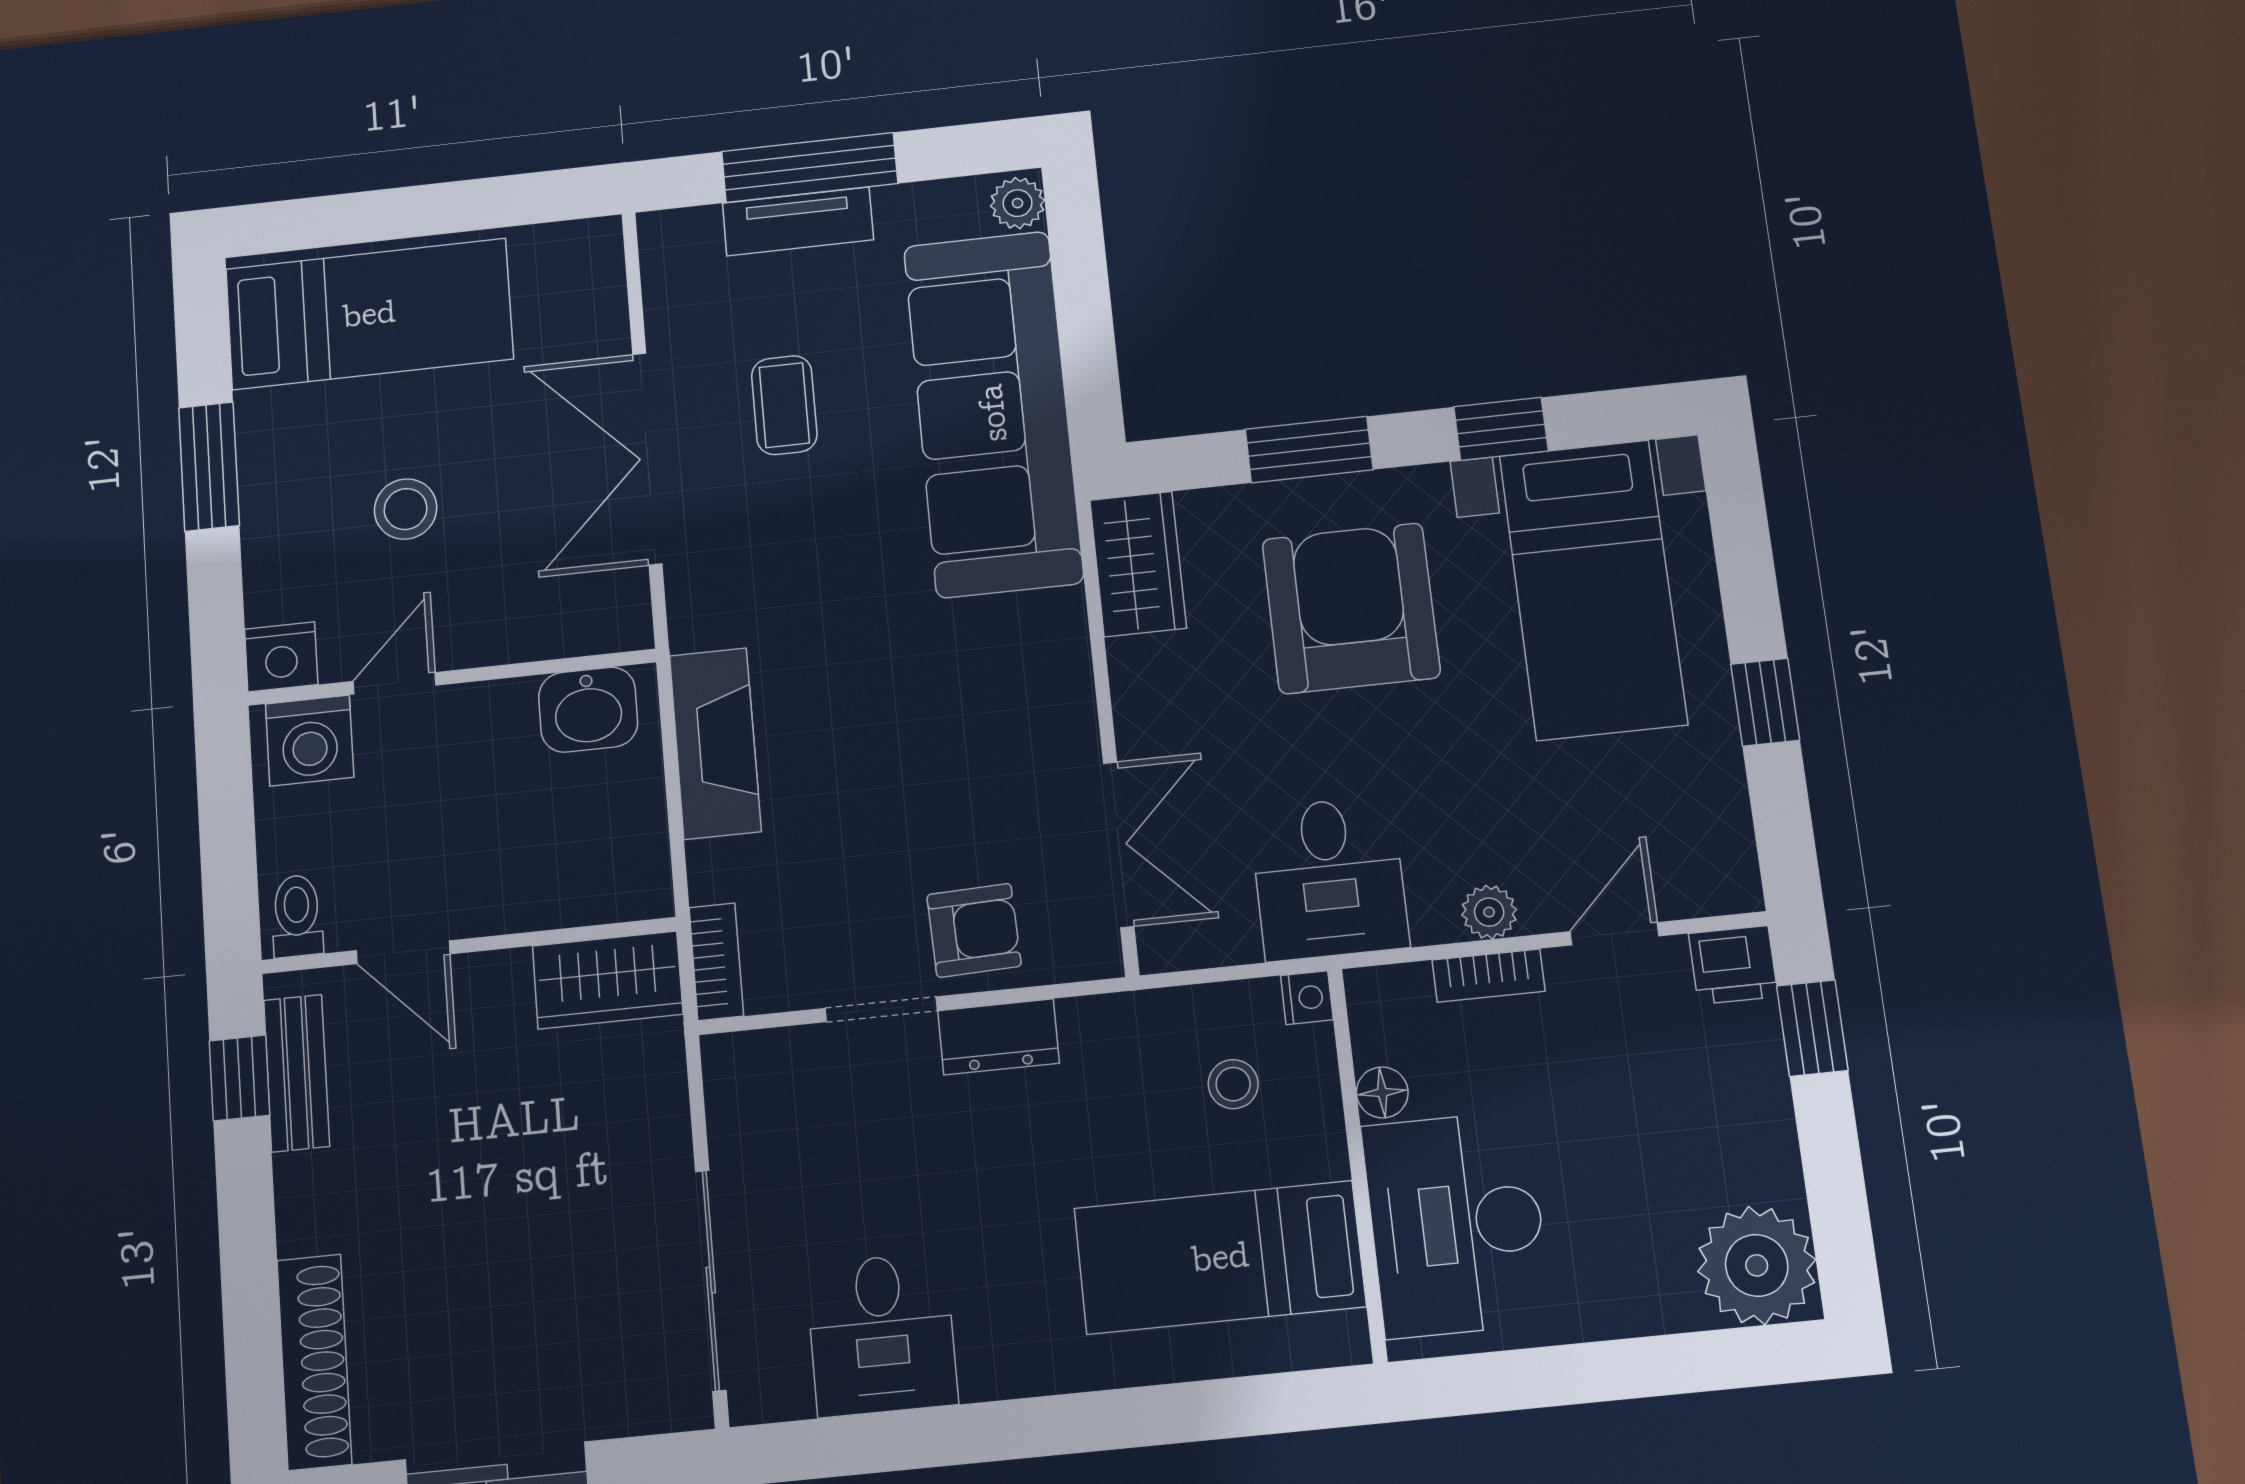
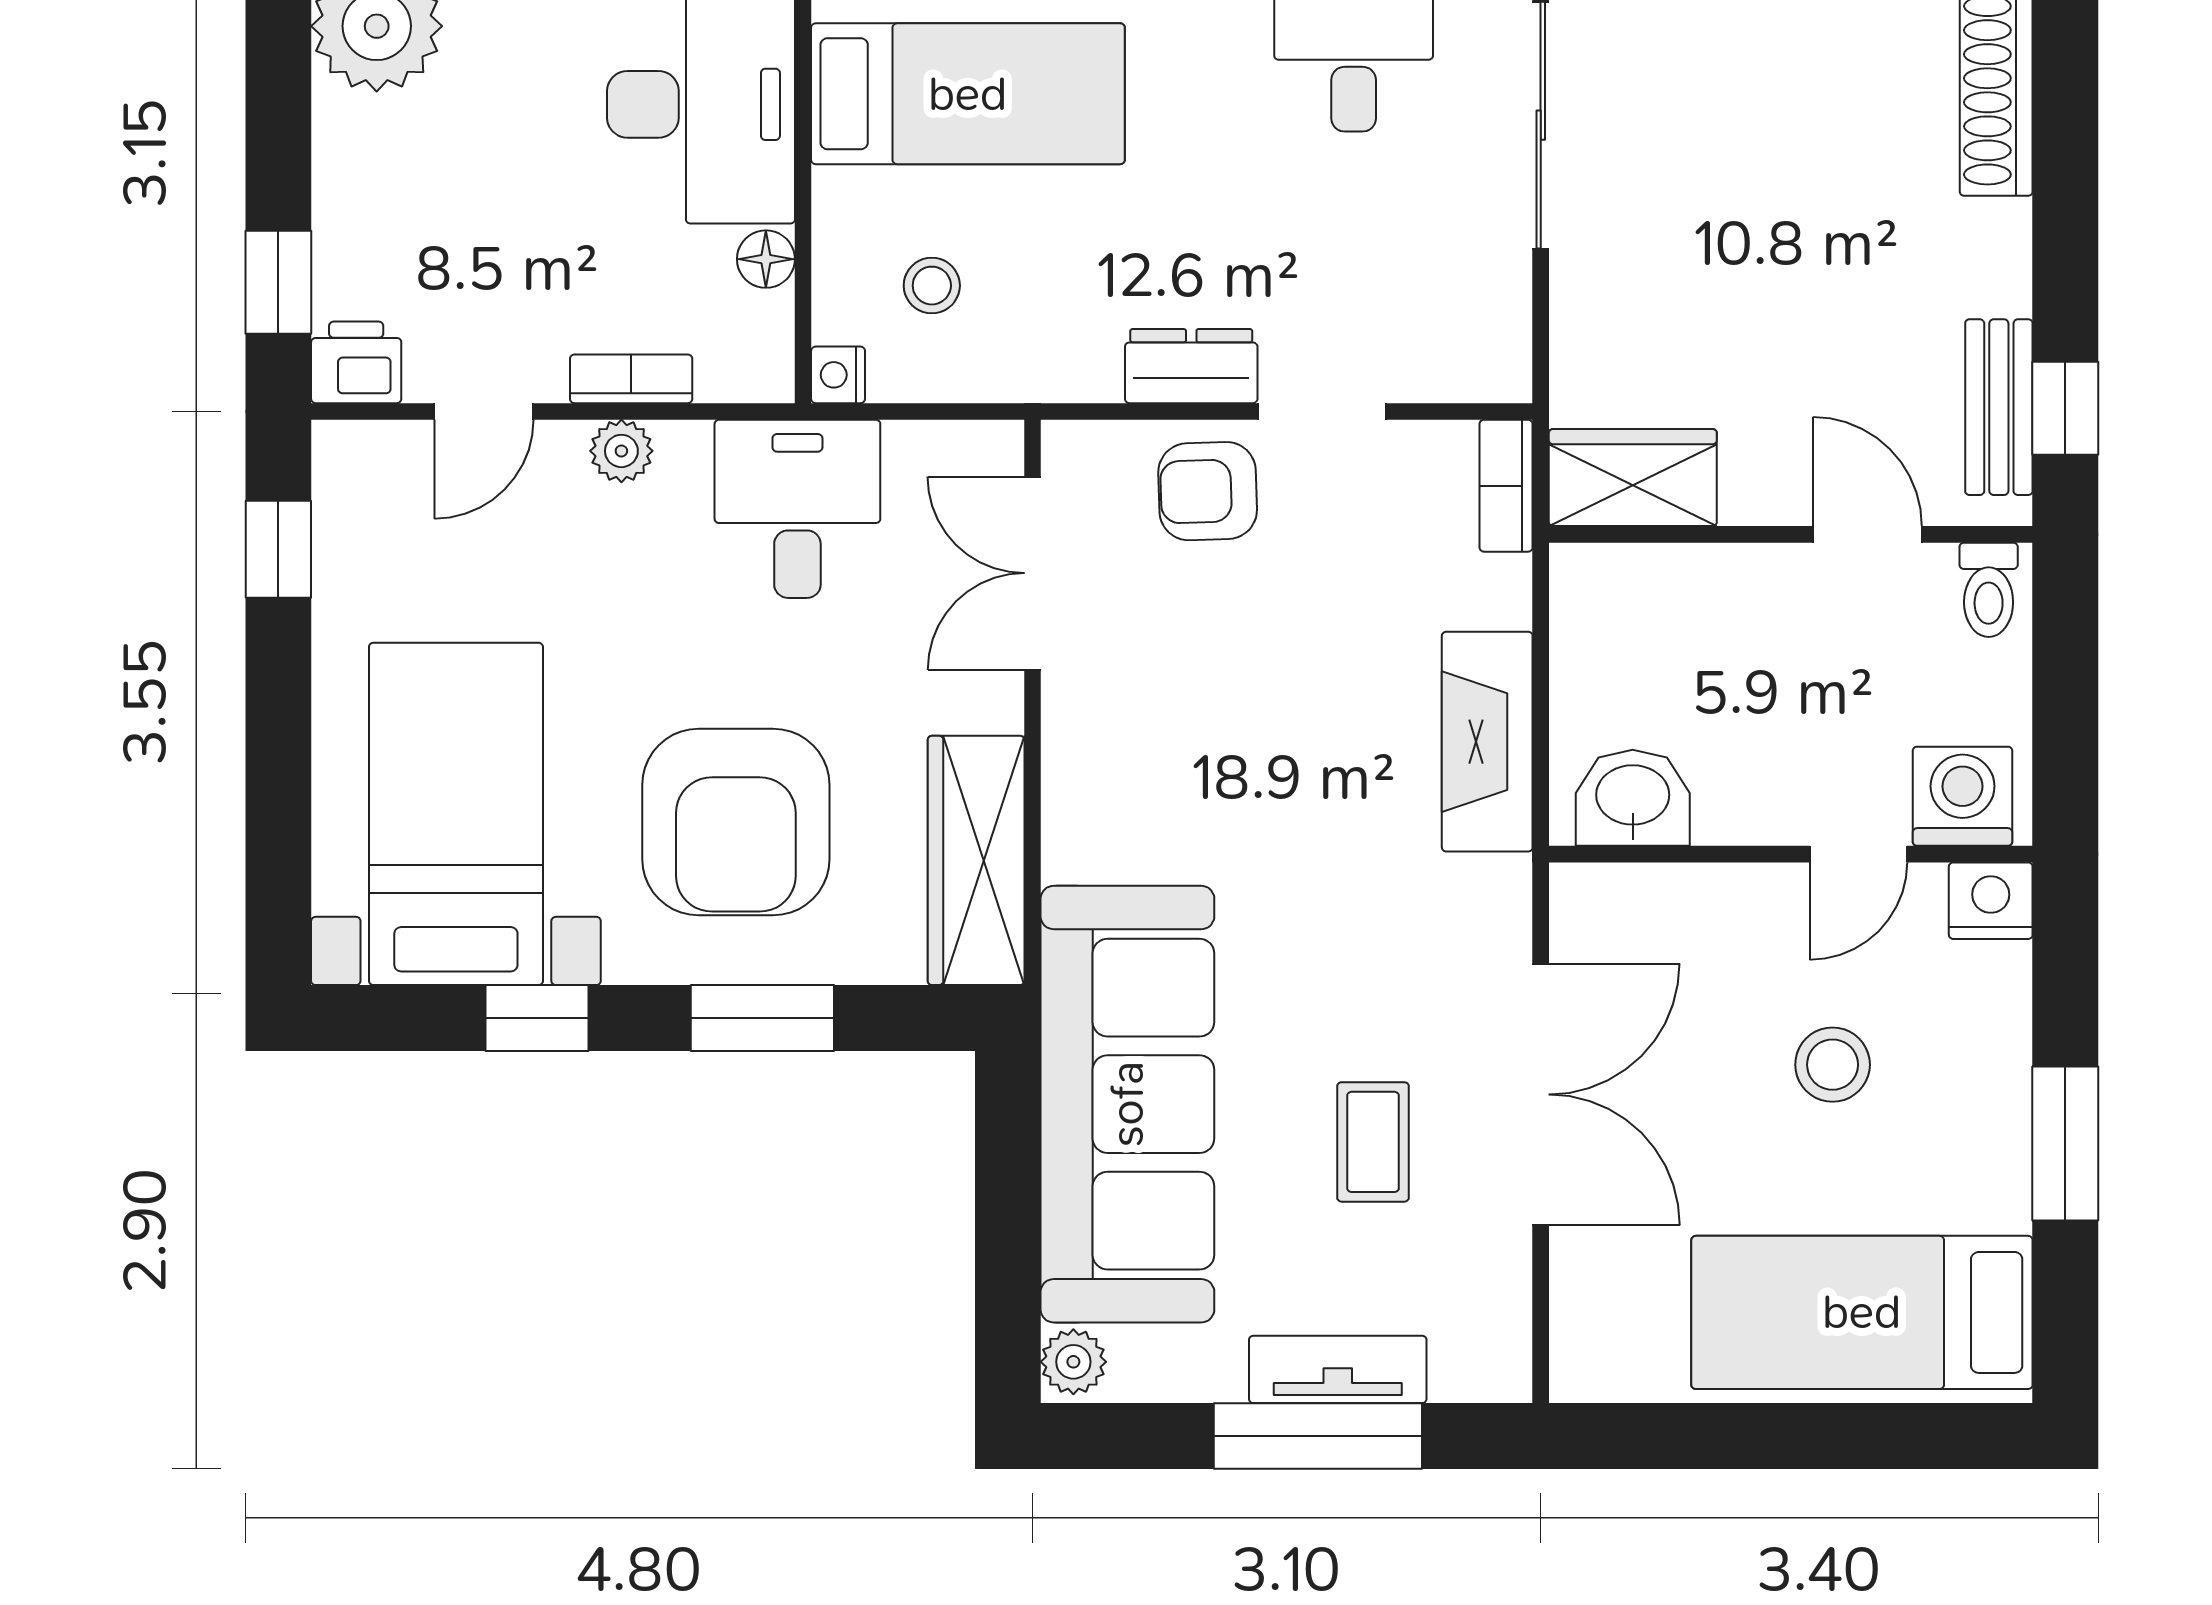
wardrobe: (1138, 564) -> (976, 860), width x1.50
window: (1765, 702) -> (278, 549), moved

